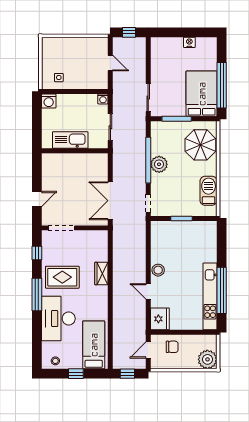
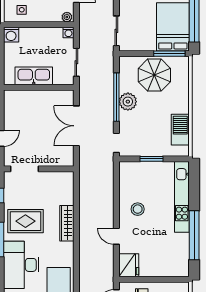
plant: (101, 84) -> (67, 17), added
window: (177, 119) -> (169, 54), moved
parasol: (200, 145) -> (154, 75), moved
double door: (110, 201) -> (76, 126), moved
stool: (158, 270) -> (138, 209), moved
wardrobe: (101, 274) -> (67, 223), width x1.50
kitchen unit: (210, 296) -> (182, 197), moved

